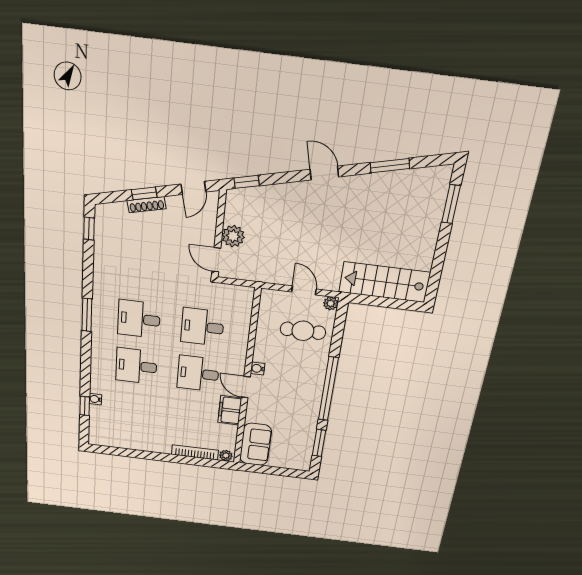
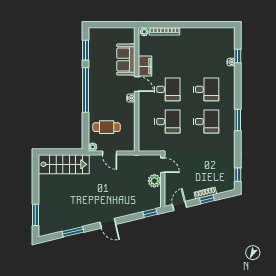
sofa: (256, 444) -> (126, 59), moved

